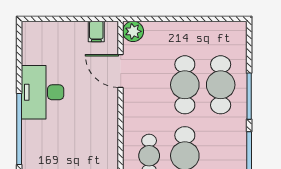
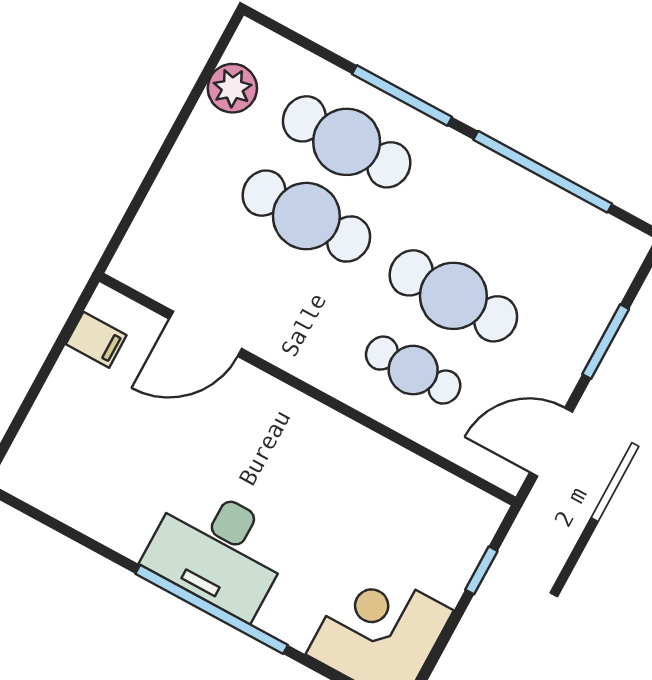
plant: (133, 31) -> (232, 88), moved
desk: (43, 92) -> (218, 550), moved

